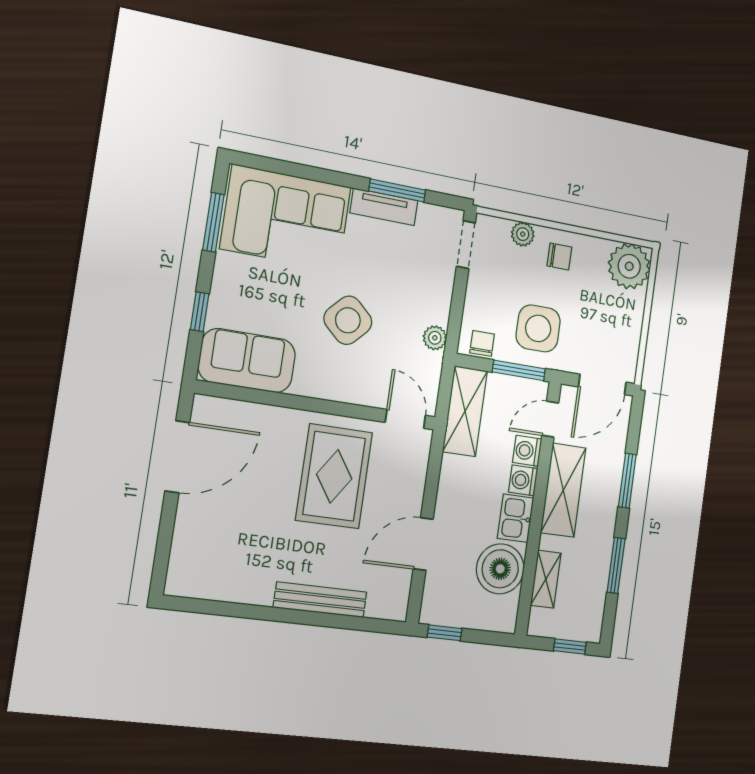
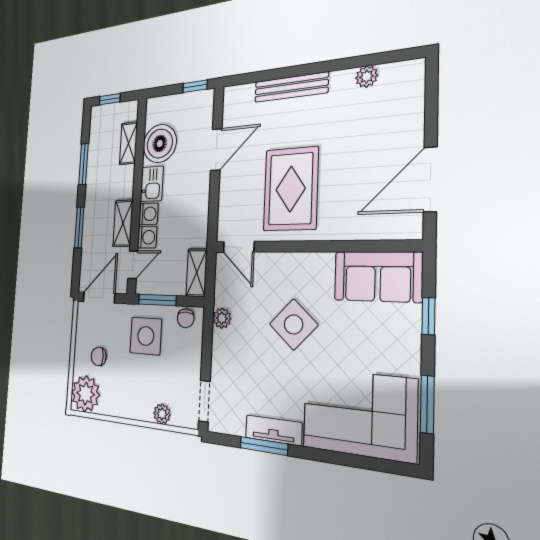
chair: (559, 256) -> (99, 356), moved
shelving: (465, 411) -> (197, 273), width x0.67, depth x0.75
shelving: (563, 490) -> (123, 223), width x0.67, depth x0.75
plant: (230, 590) -> (367, 77), added

